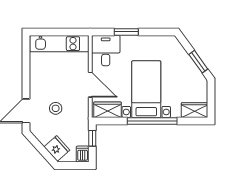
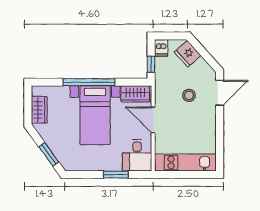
window: (198, 62) -> (49, 154), moved
wardrobe: (195, 110) -> (39, 110), moved, turned -90

